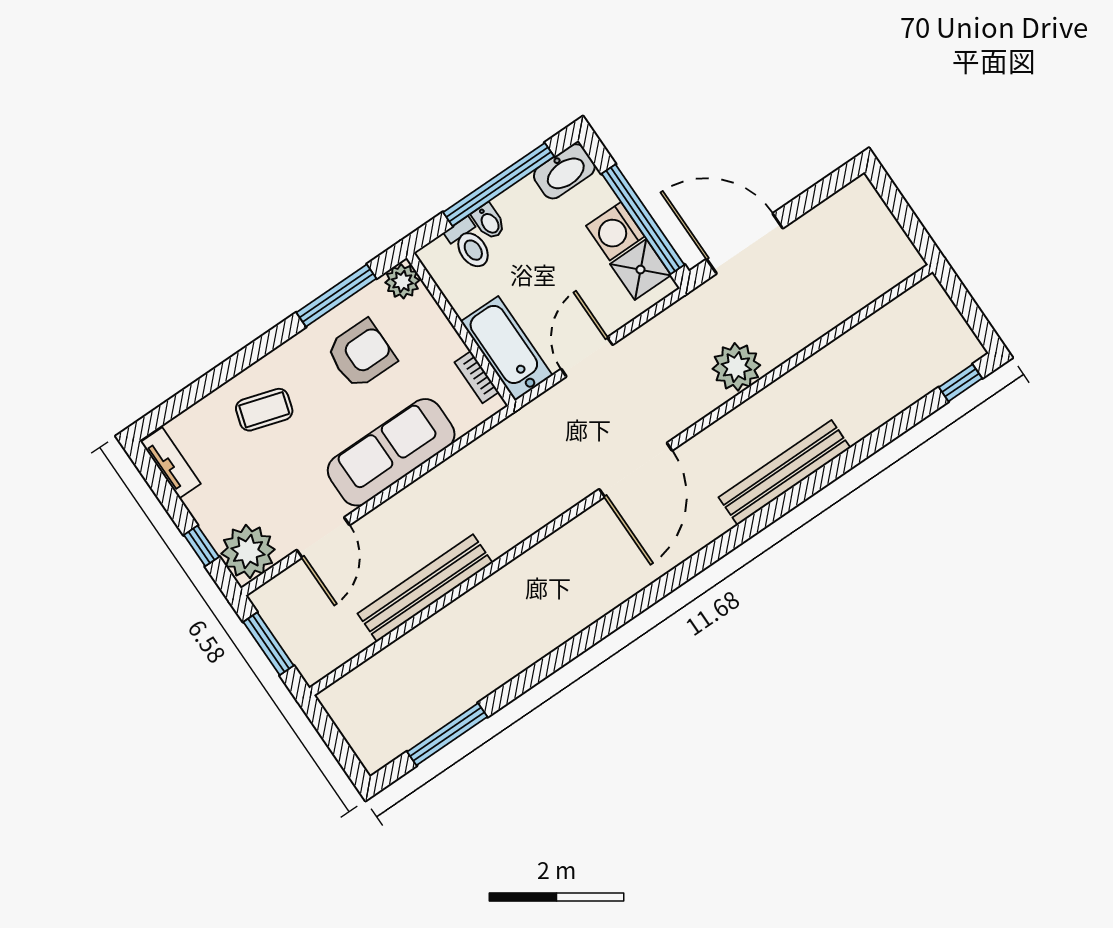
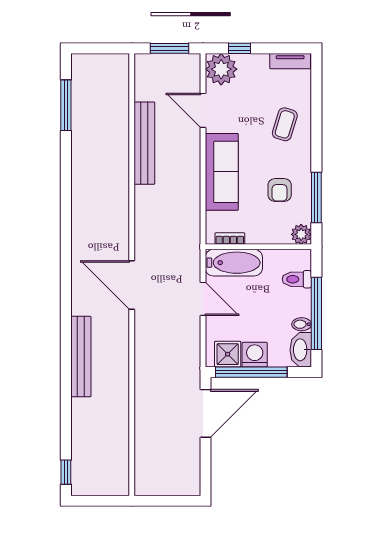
bidet: (489, 221) -> (302, 324), moved
armchair: (361, 354) -> (280, 190), width x0.72, depth x0.72
plant: (736, 367) -> (148, 368), removed

